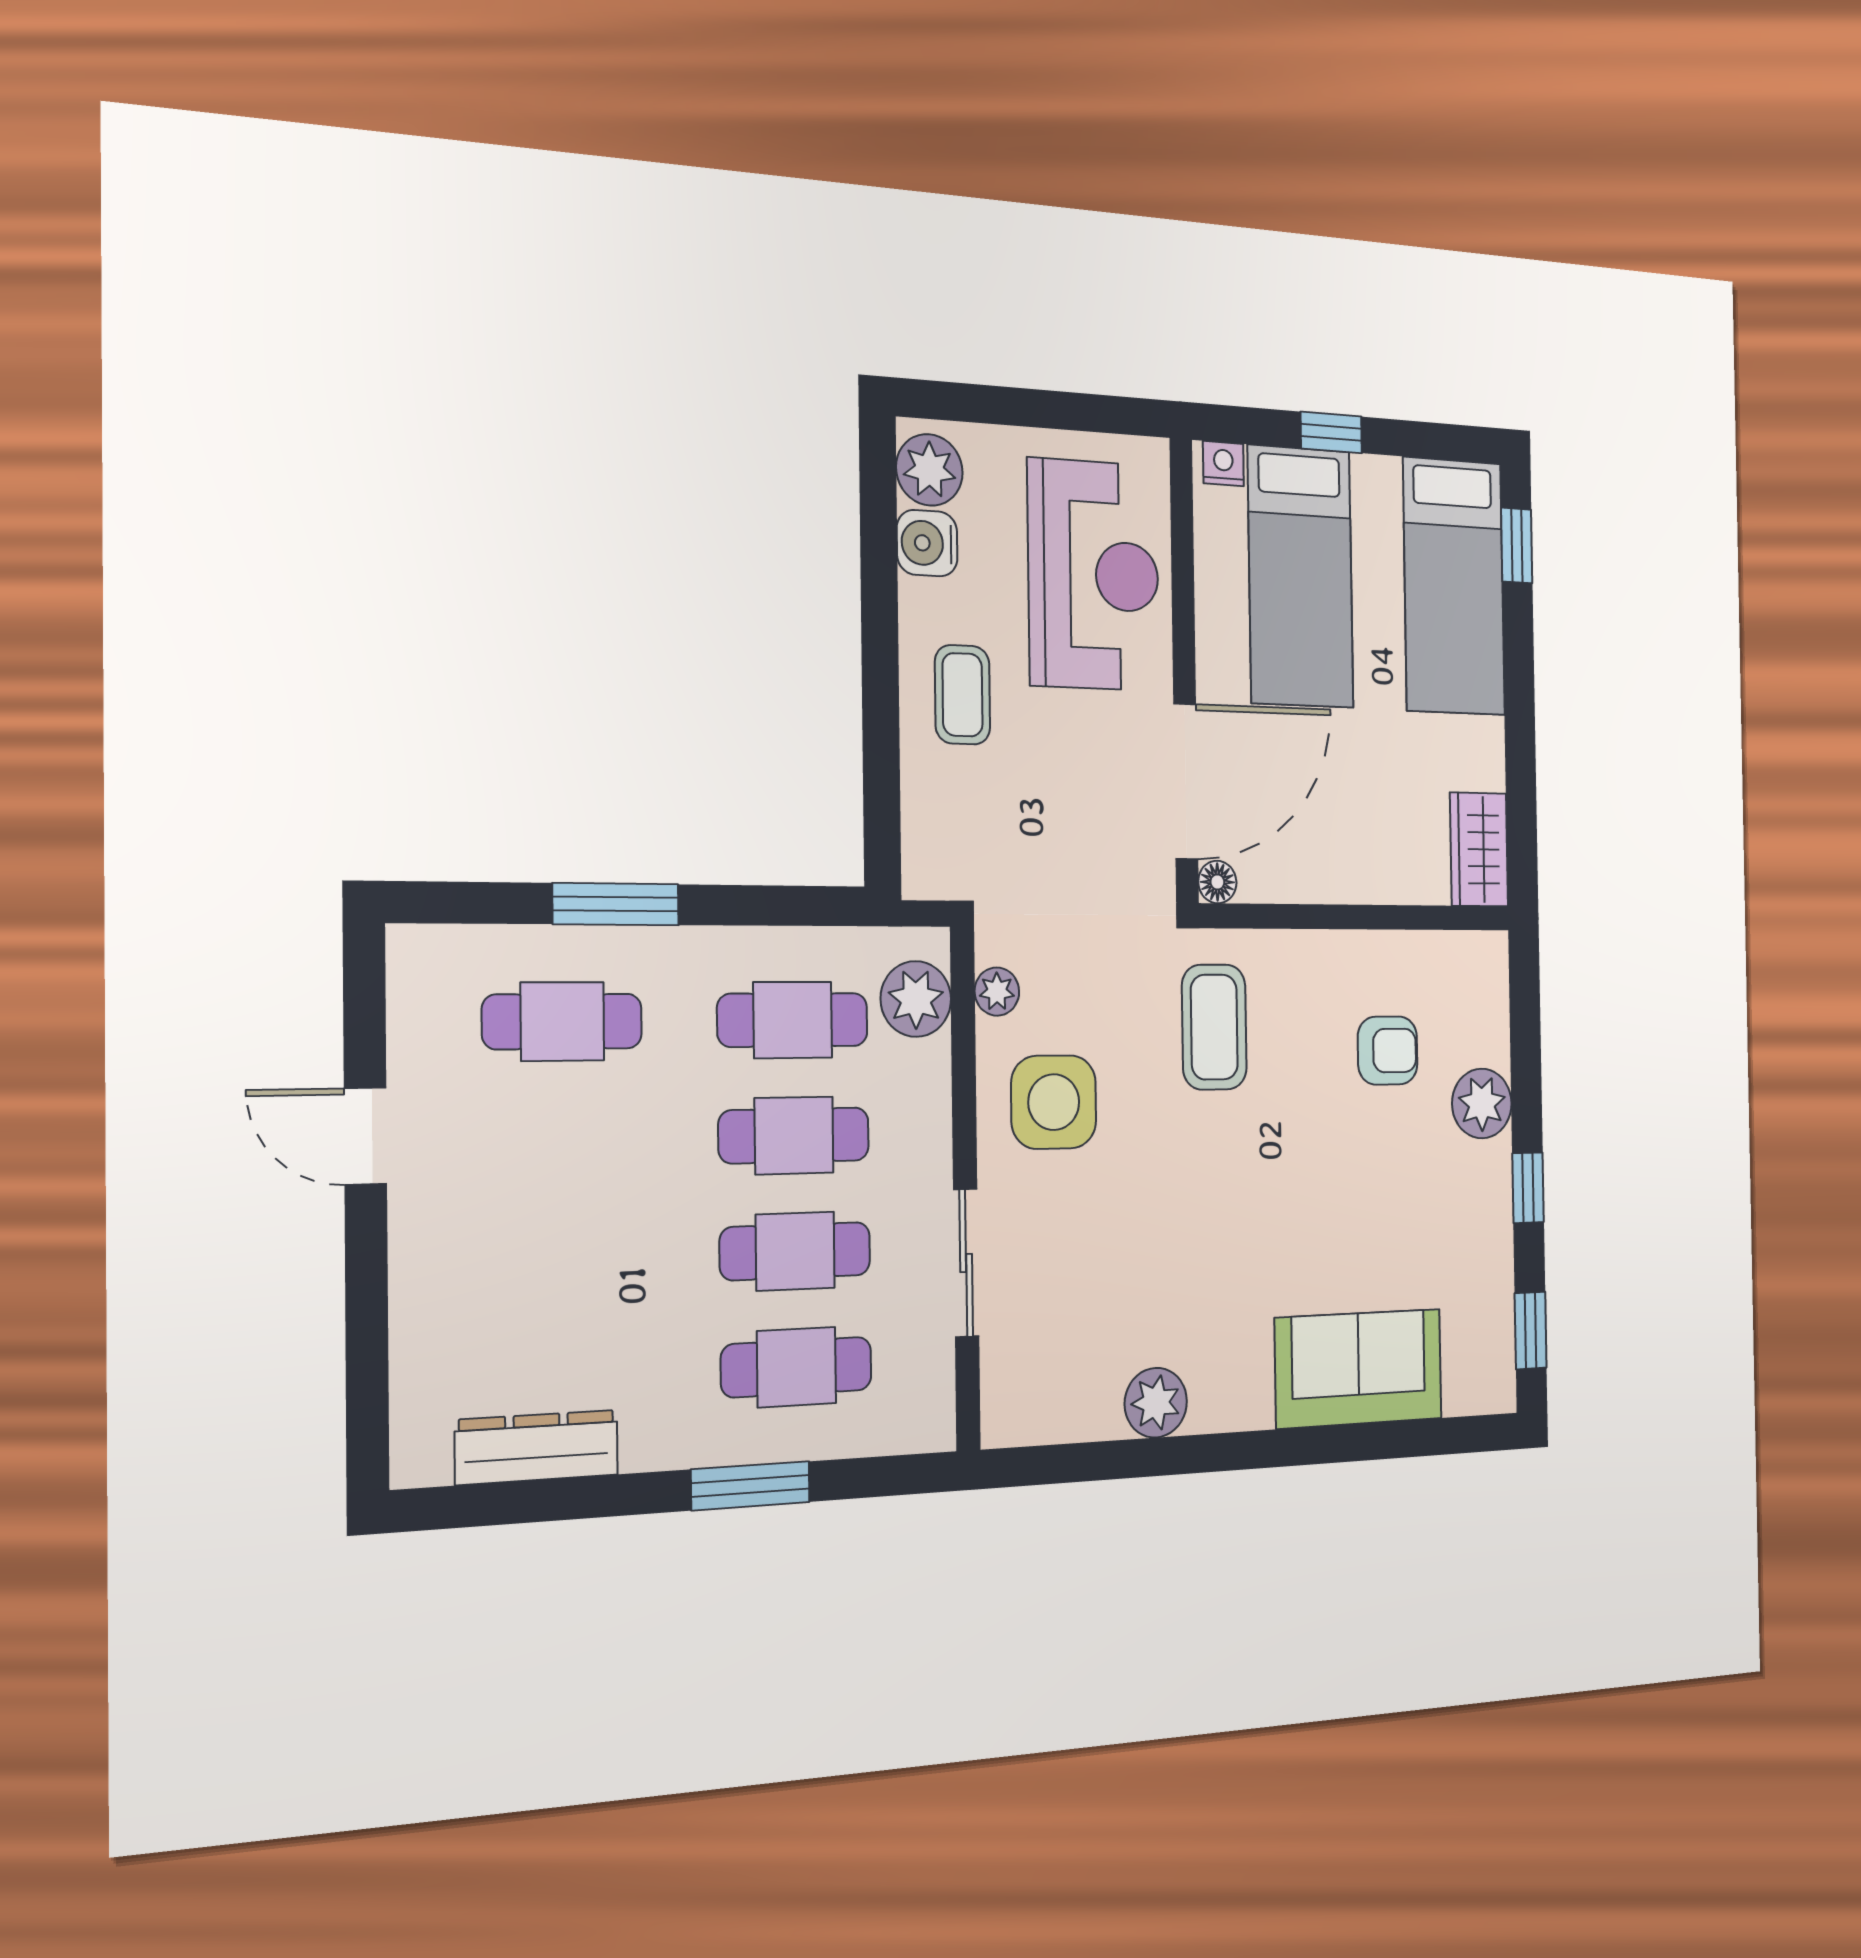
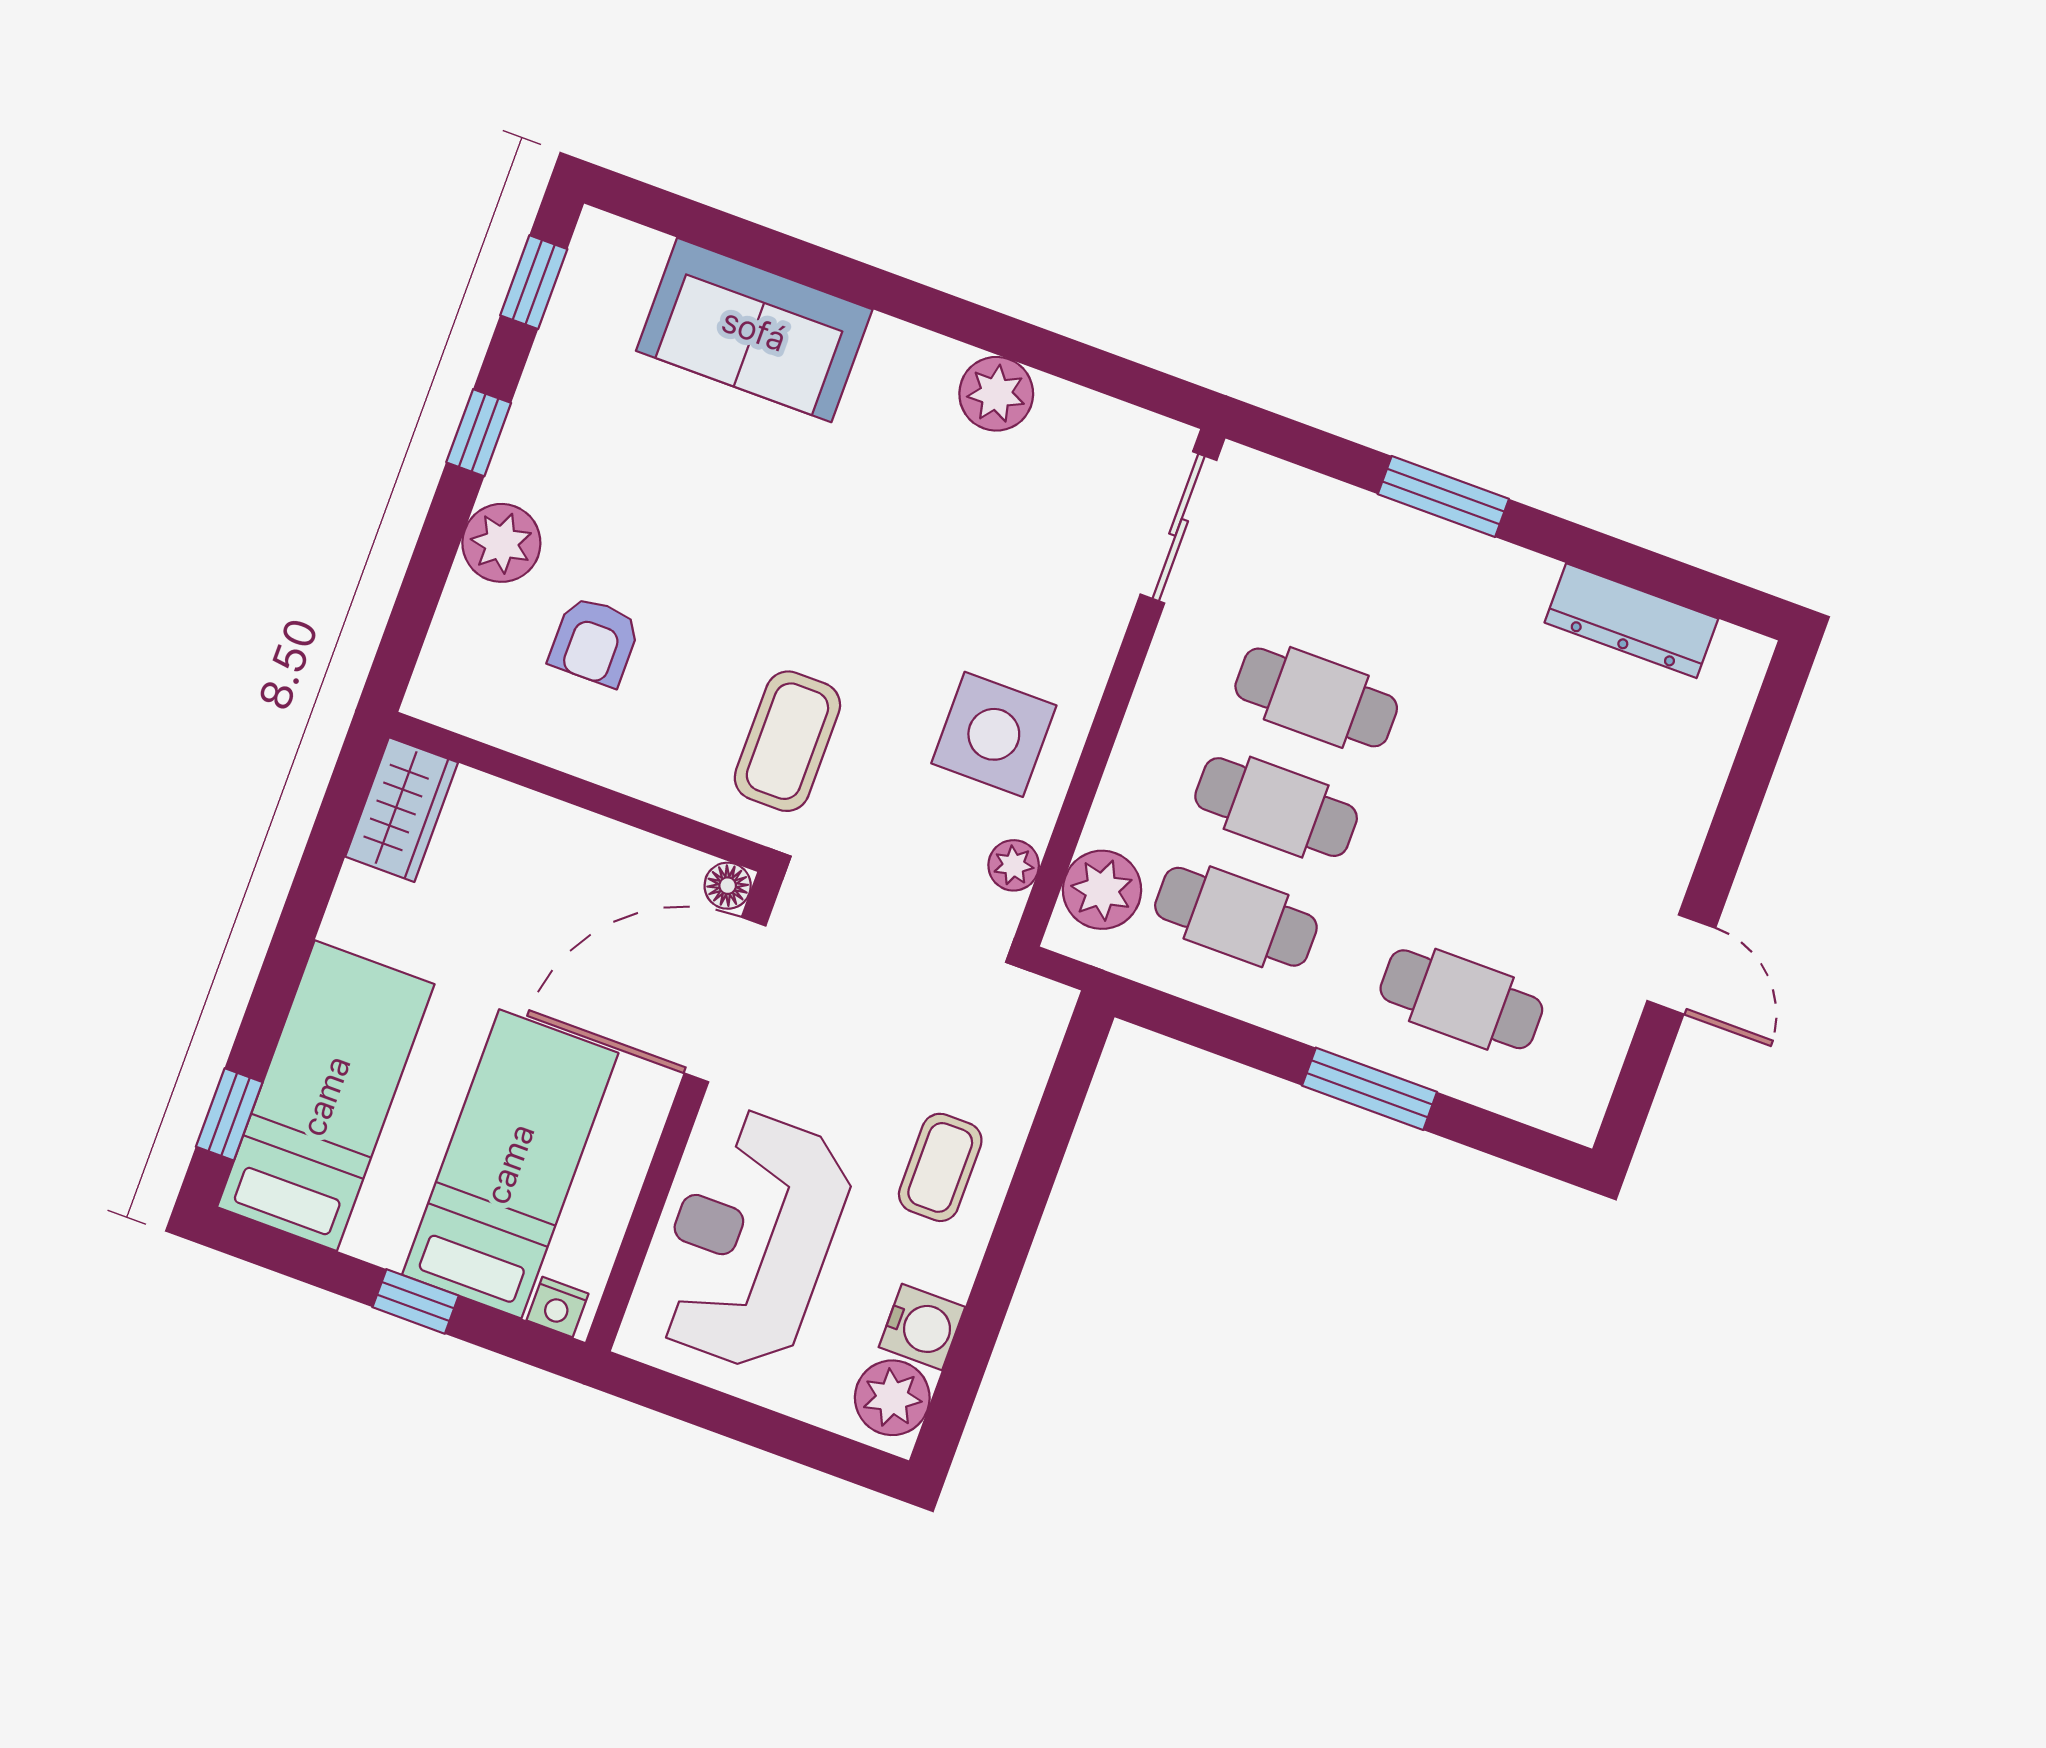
armchair: (1388, 1051) -> (594, 641), turned -90
sliding door: (966, 1263) -> (1179, 527), moved
cafe table: (797, 1367) -> (1356, 588), removed

